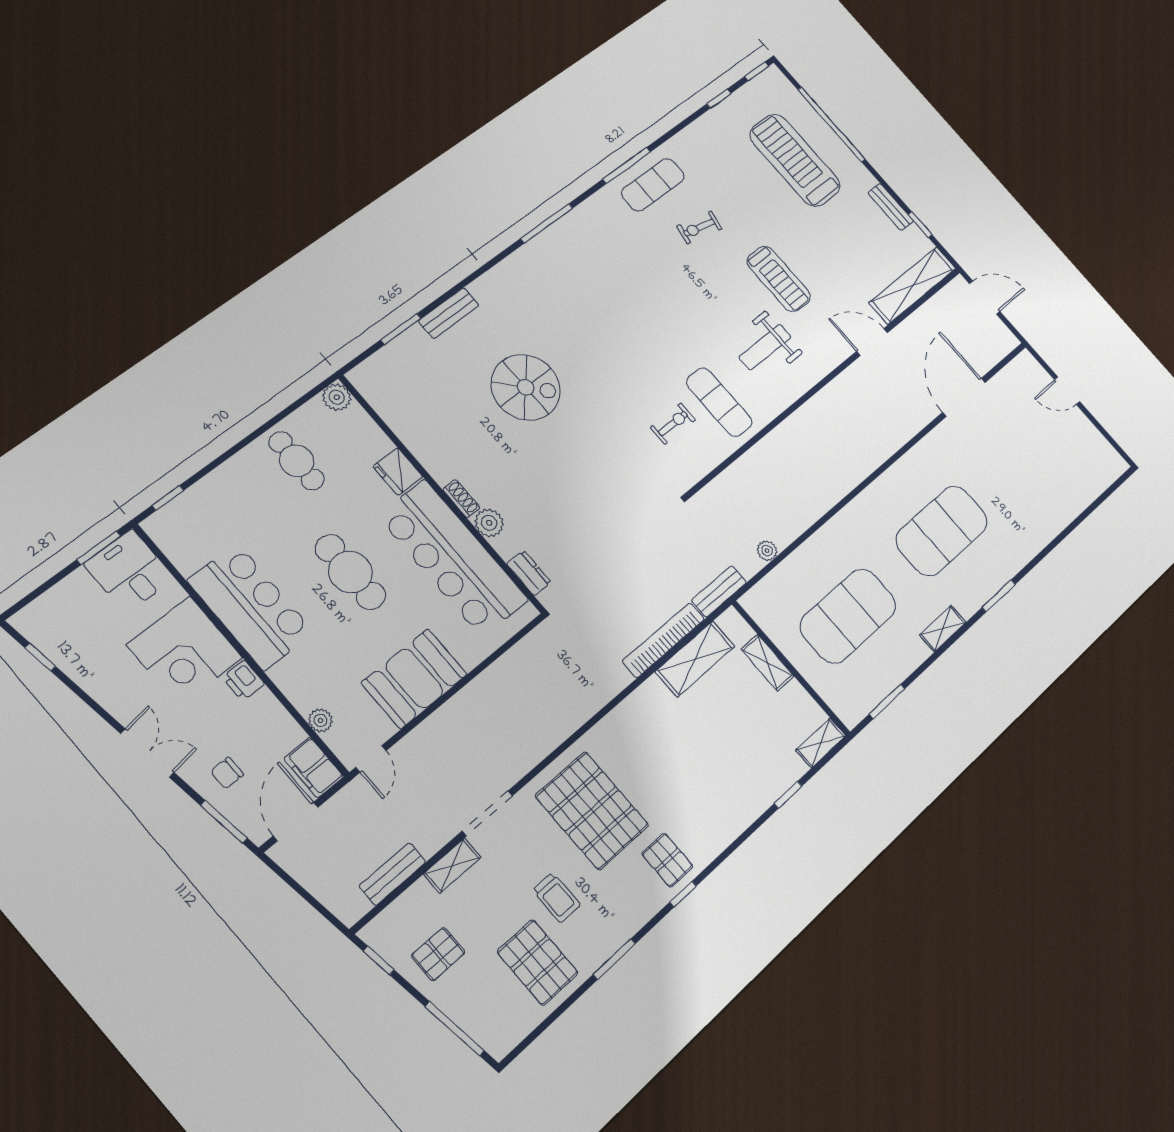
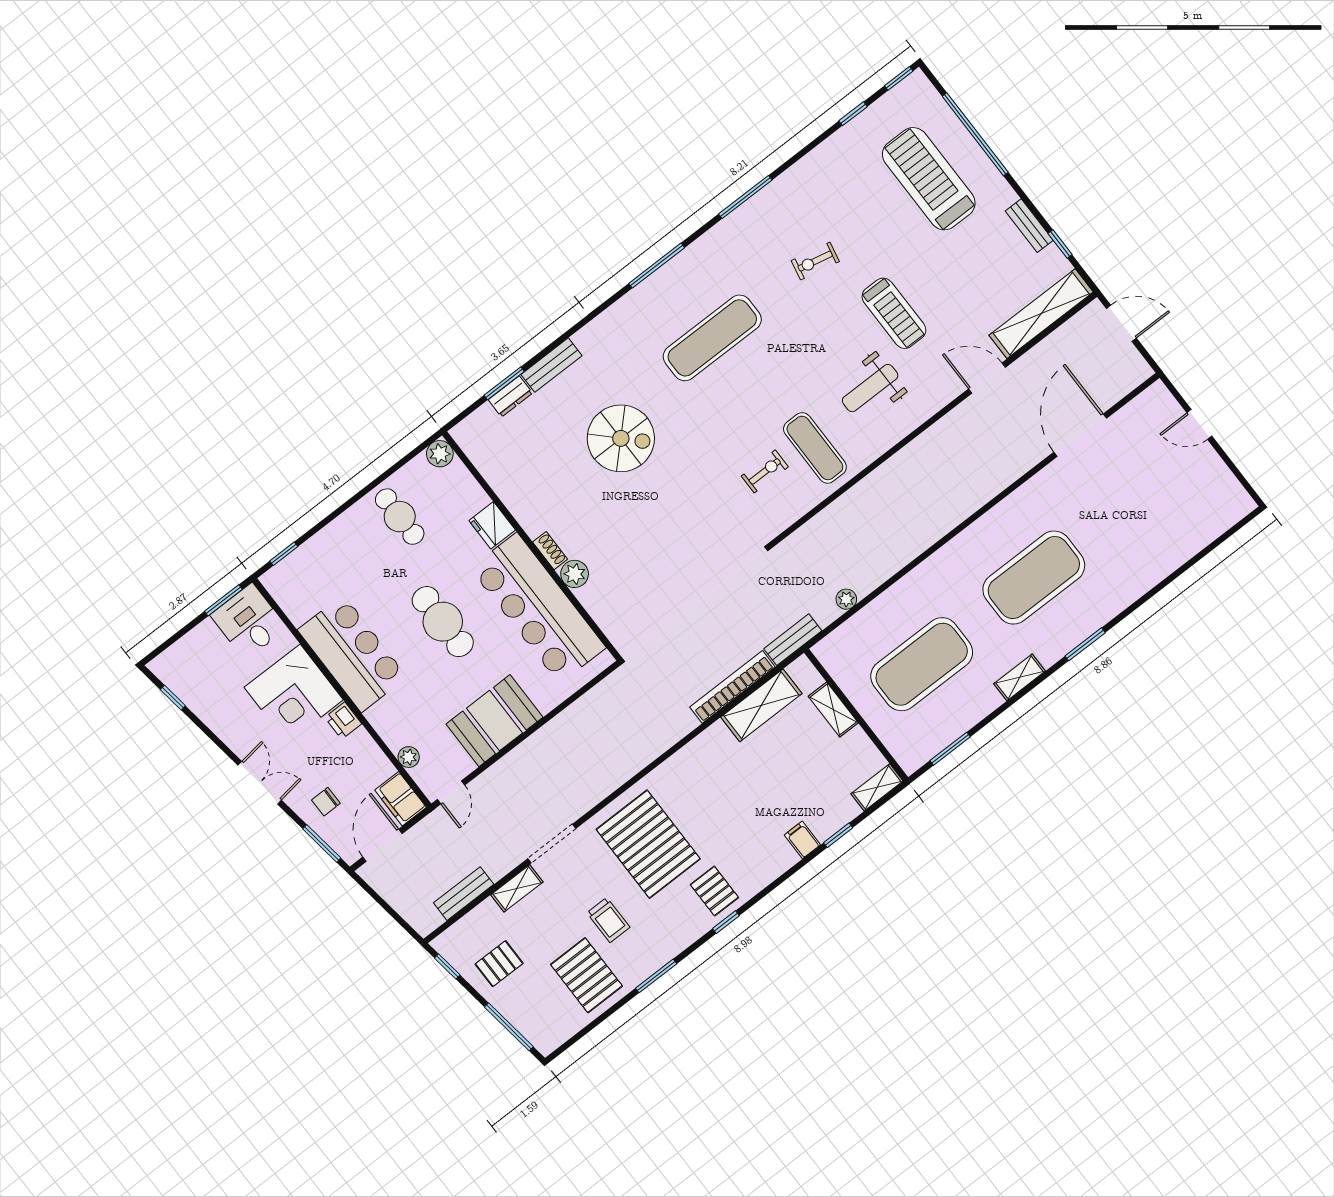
exercise mat: (653, 185) -> (712, 338), moved, width x1.36, depth x1.45
dresser: (529, 573) -> (510, 396), moved, turned 90
filing cabinet: (752, 801) -> (802, 840), added

